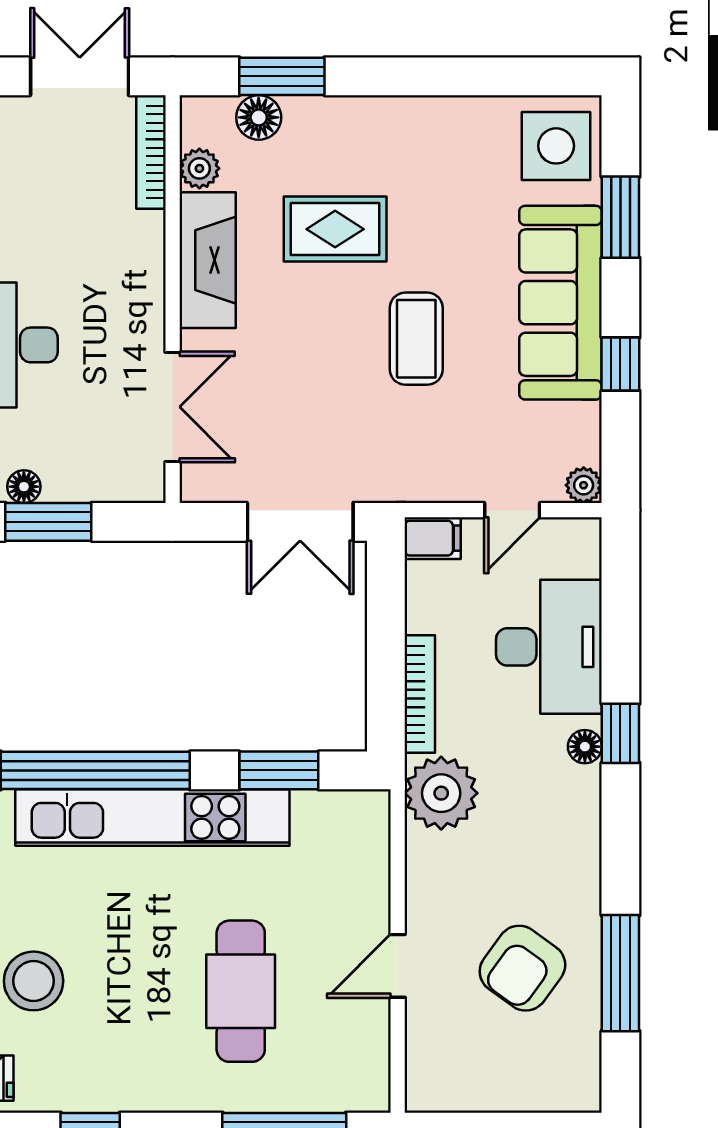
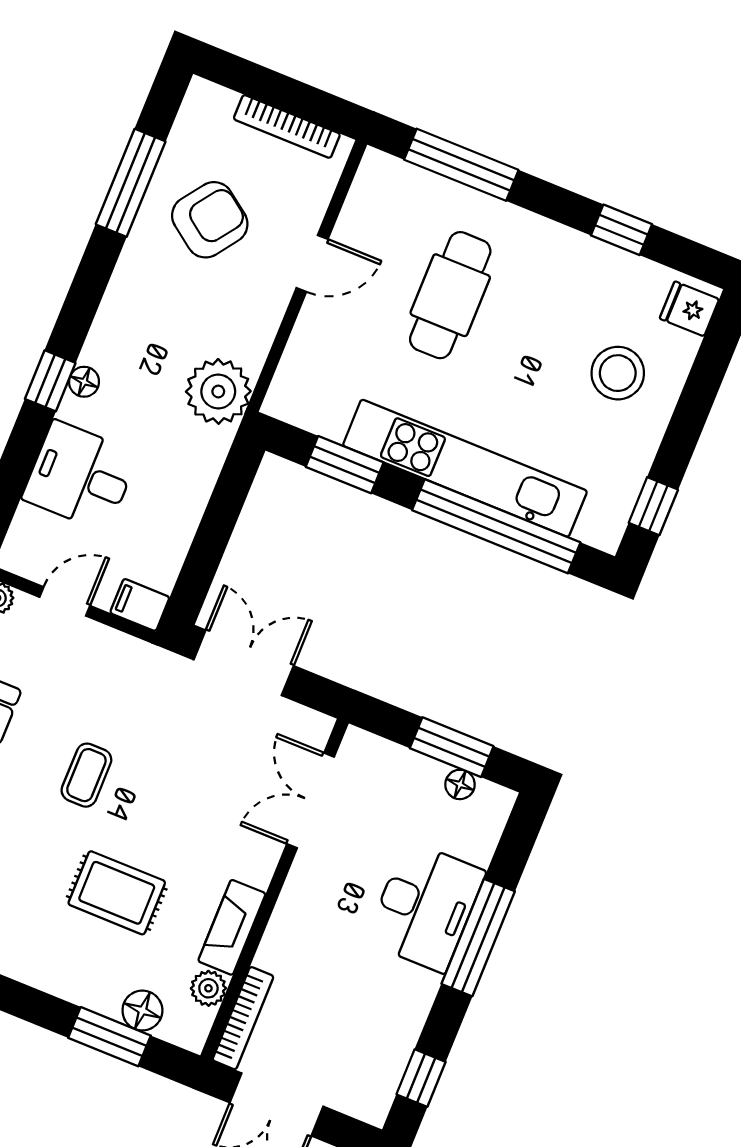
fireplace: (208, 260) -> (232, 927), width x0.73, depth x0.76
coffee table: (416, 339) -> (86, 775), width x0.73, depth x0.77
desk: (549, 647) -> (80, 476), width x0.73
bookcase: (420, 694) -> (287, 126), moved, turned -90

